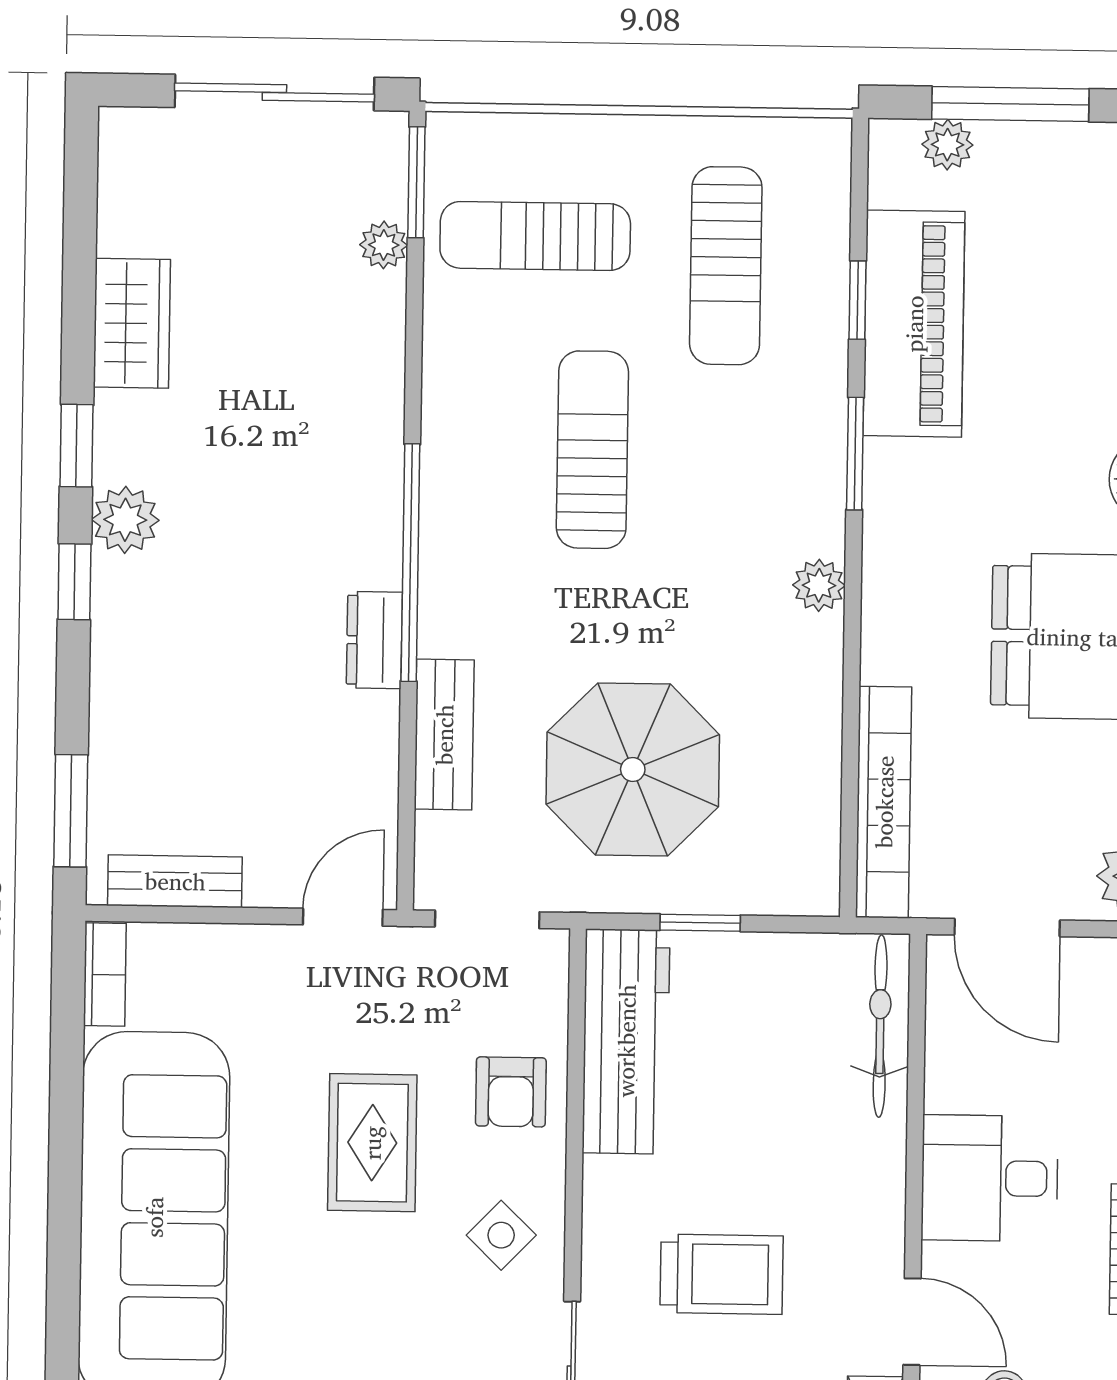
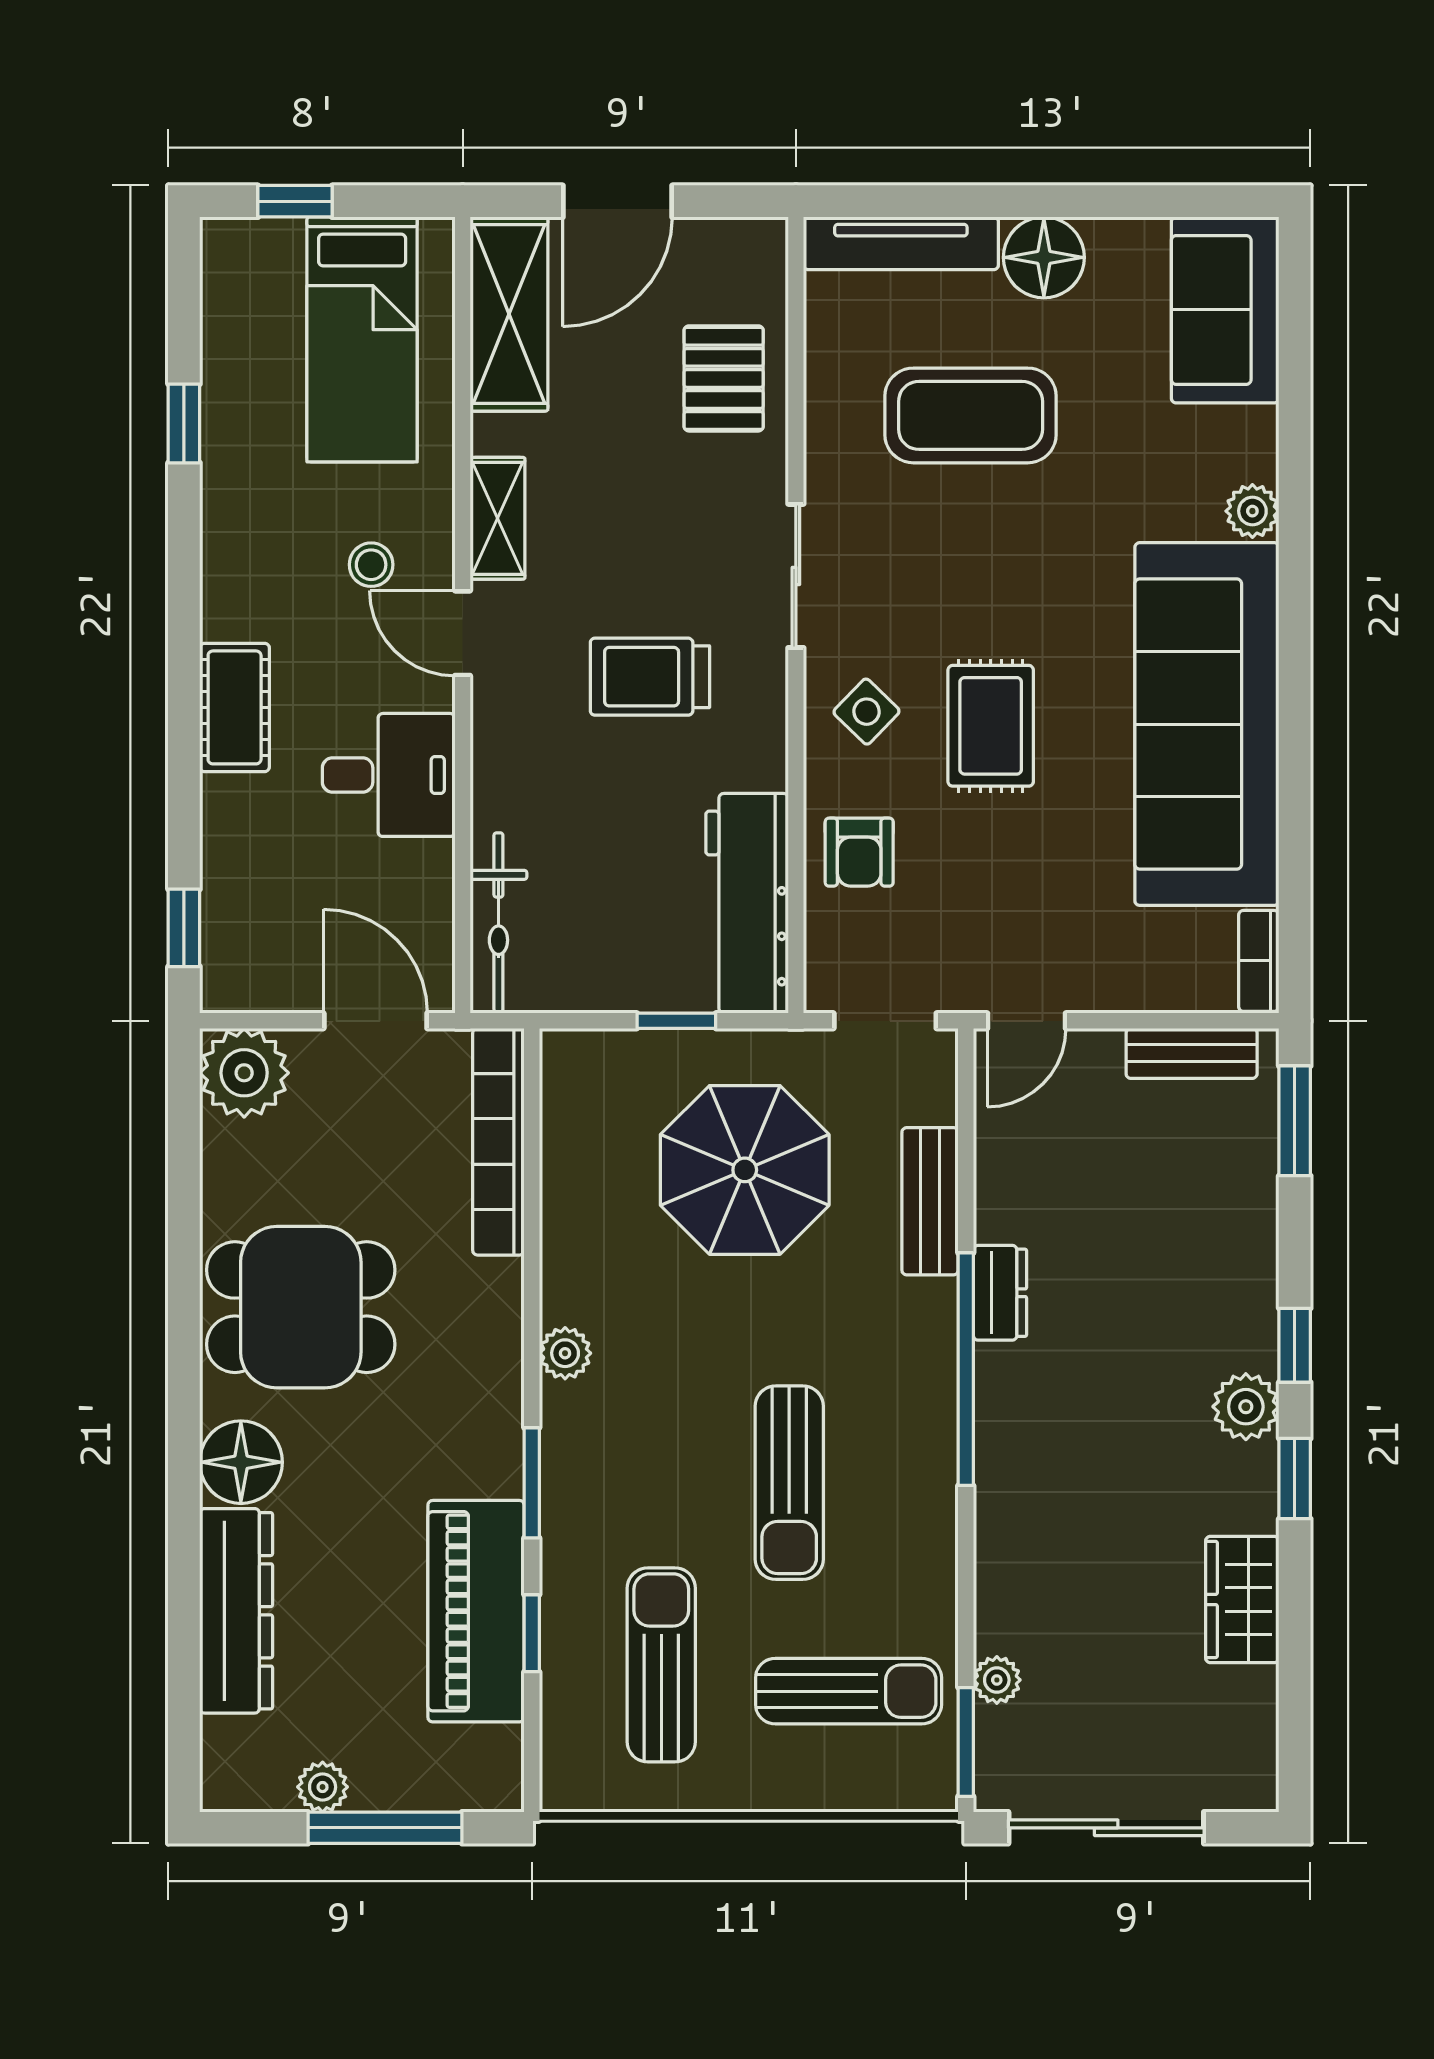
plant: (947, 145) -> (323, 1787), moved
armchair: (511, 1092) -> (859, 852), turned 180
rug: (372, 1143) -> (991, 726), moved

